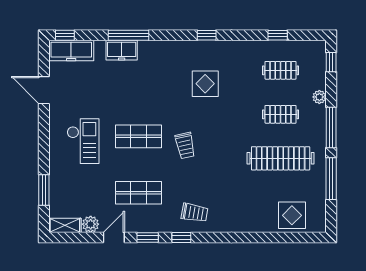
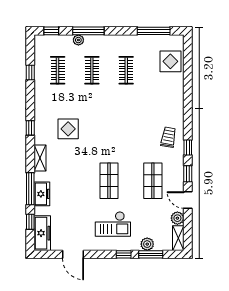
window: (65, 35) -> (30, 222), moved
shelving: (168, 48) -> (40, 158), added
door: (44, 90) -> (73, 254), hinge flipped
window: (331, 128) -> (88, 31), moved
checkout: (83, 141) -> (113, 224), turned 180
trolley: (185, 146) -> (116, 144), removed
window: (44, 155) -> (124, 254), added
clothes rail: (281, 158) -> (126, 70), width x0.54, depth x0.76
window: (331, 179) -> (154, 31), moved
plant: (57, 185) -> (147, 244), added

